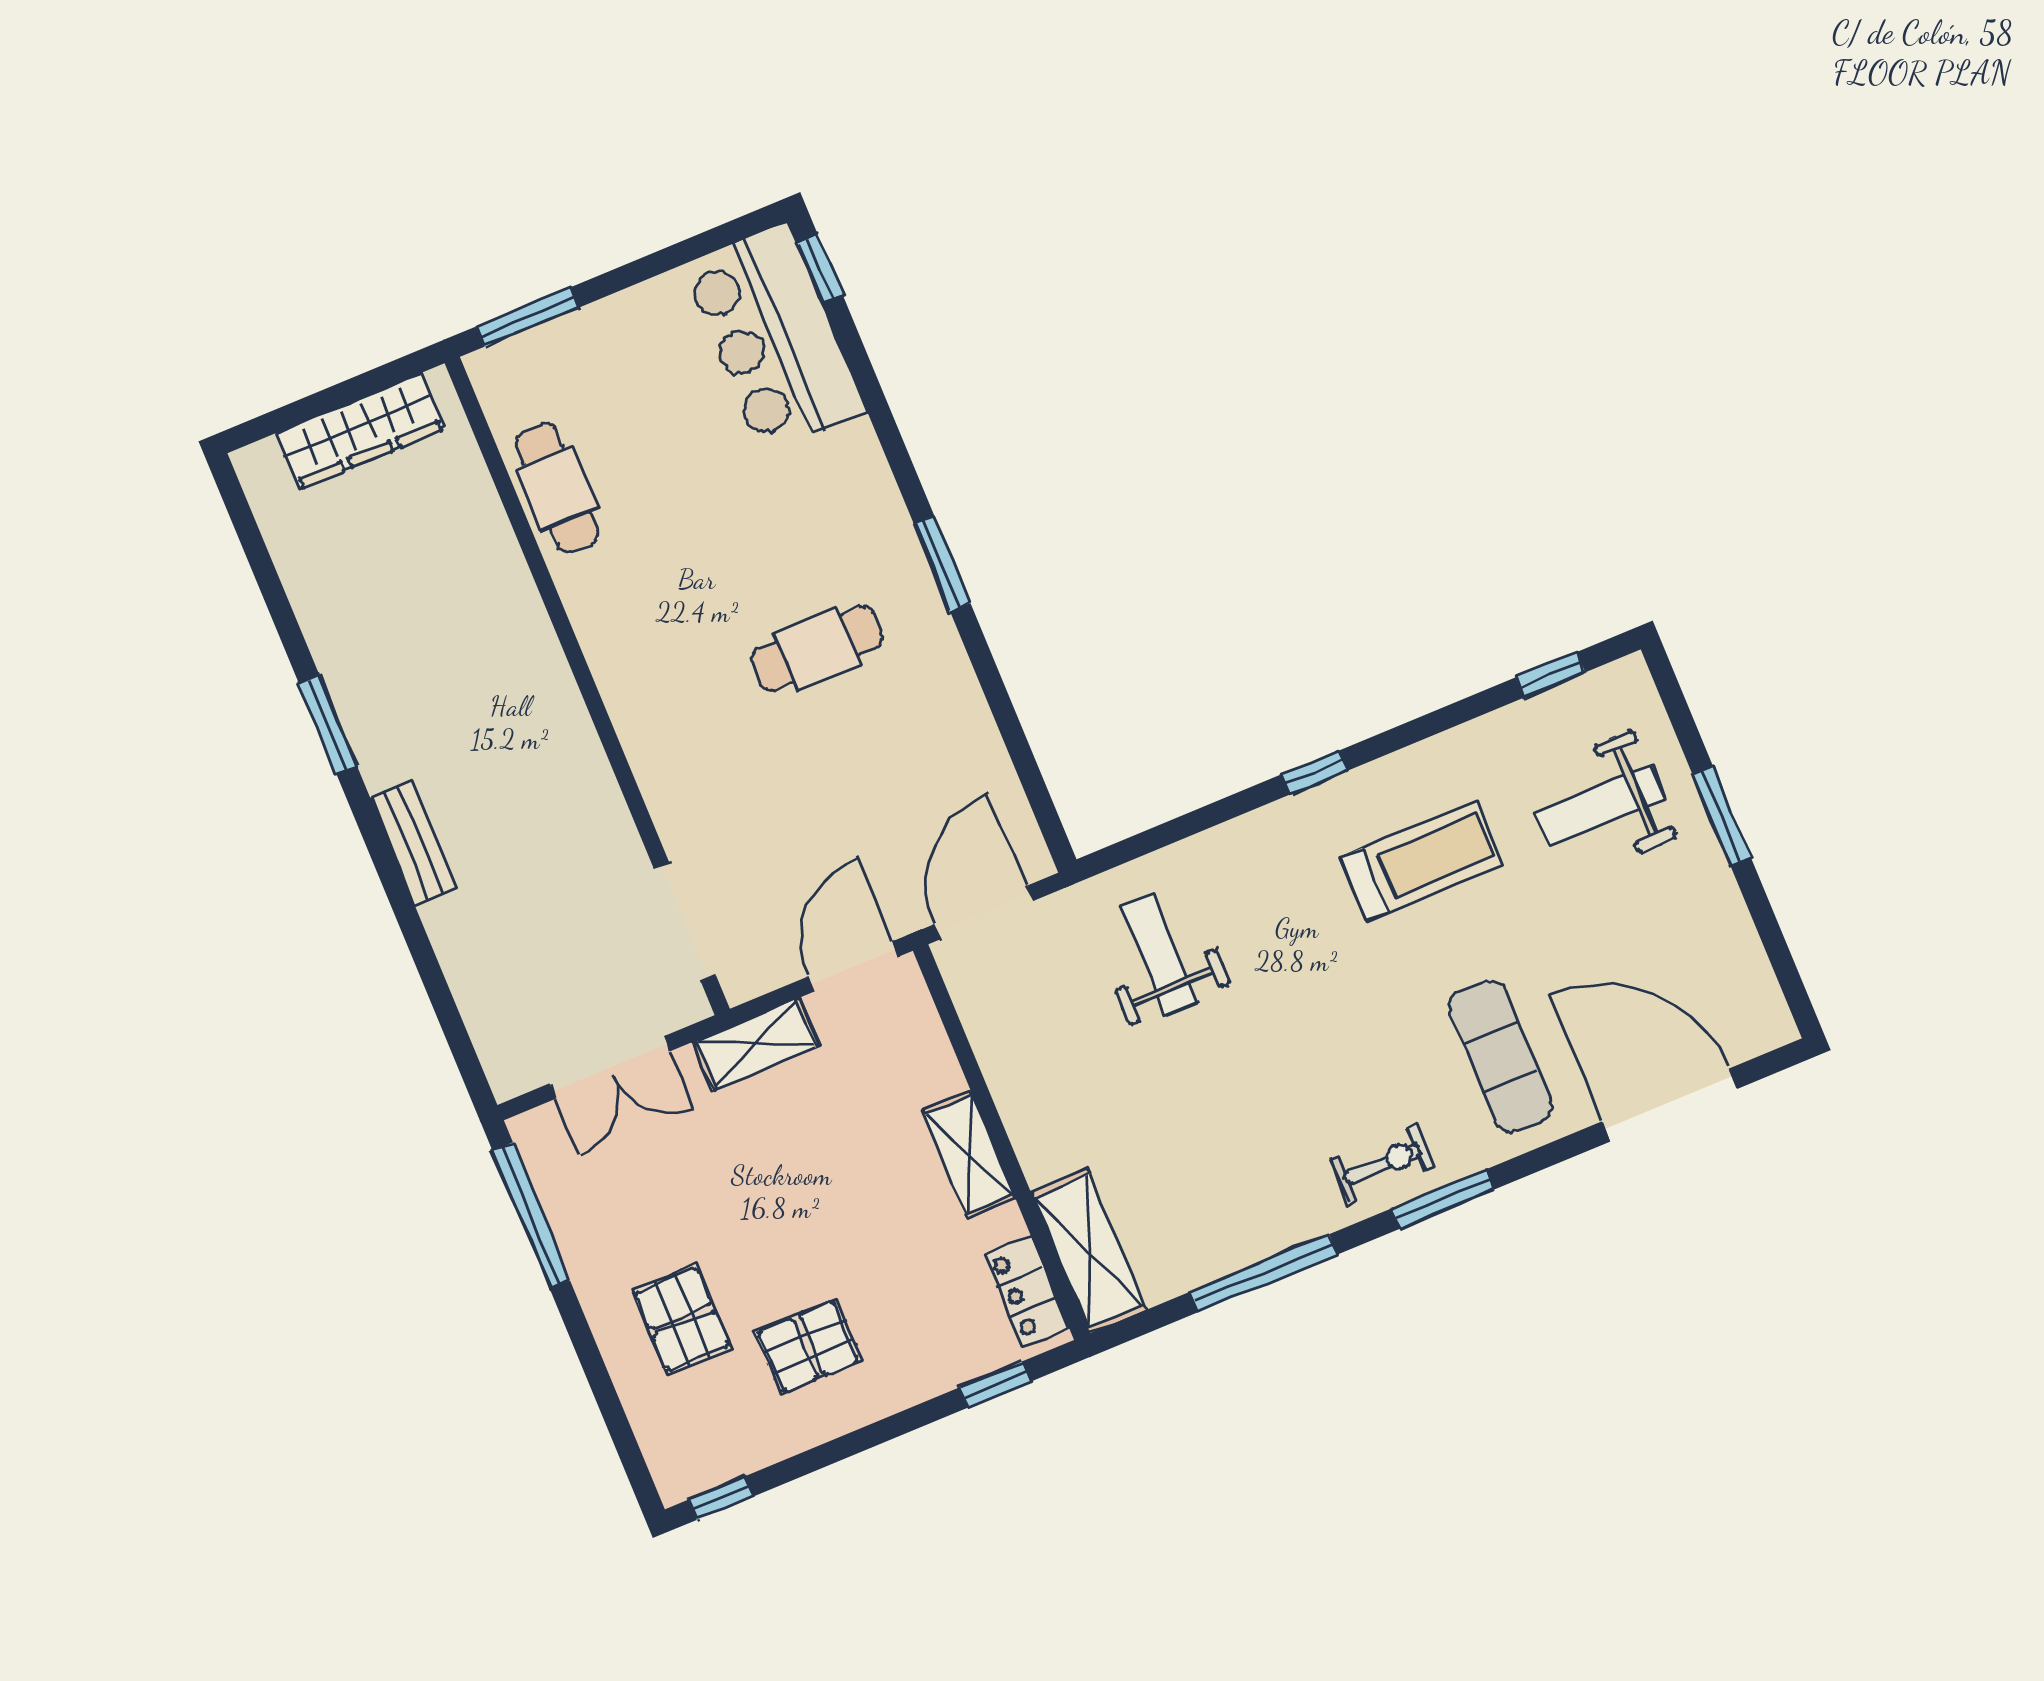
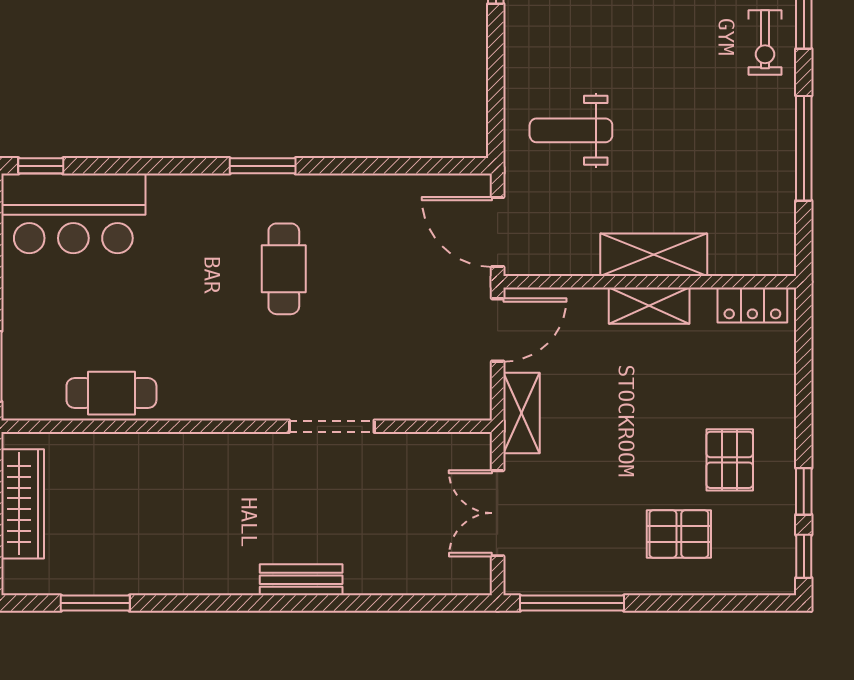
window: (328, 725) -> (95, 603), moved
doorway: (685, 922) -> (332, 426), moved
door: (853, 966) -> (498, 330), swing flipped
double door: (610, 1067) -> (498, 513), swing flipped
exercise bike: (1383, 1164) -> (765, 43), turned 180
shelving: (1088, 1251) -> (654, 255), moved
window: (995, 1384) -> (804, 491), moved

